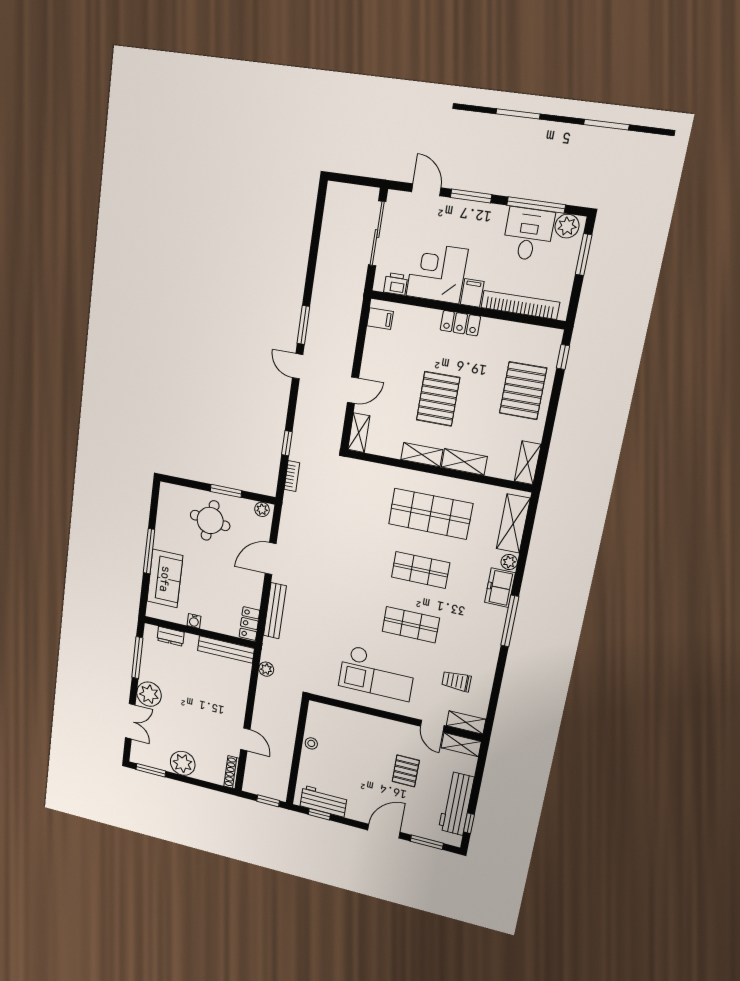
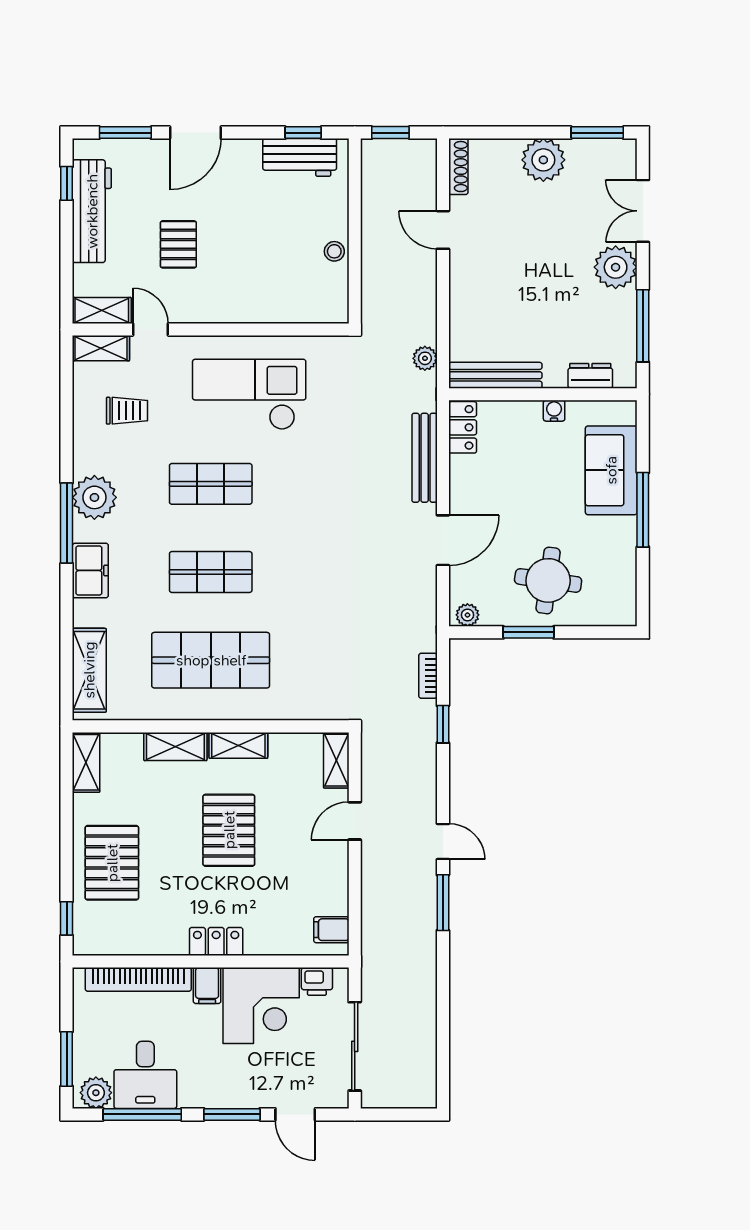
plant: (509, 562) -> (94, 497), moved, width x1.88, depth x1.88

